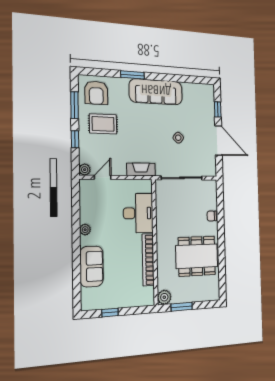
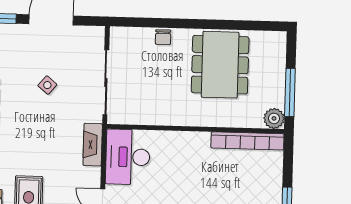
desk: (138, 213) -> (128, 157), moved, turned -90
bookcase: (148, 260) -> (247, 141), moved
window: (182, 307) -> (290, 92), width x1.44

